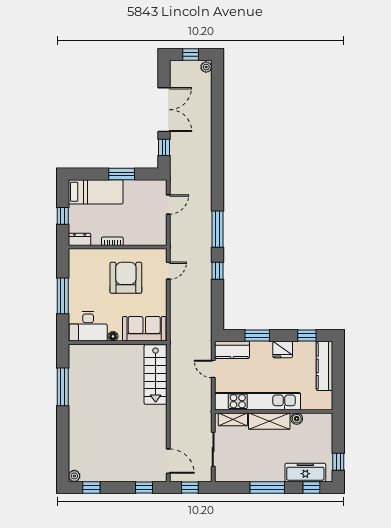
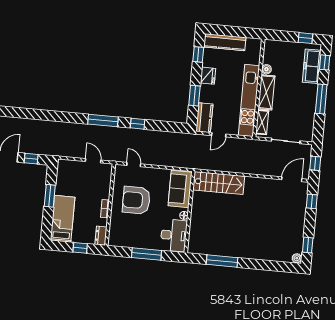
door: (168, 204) -> (93, 161), moved

